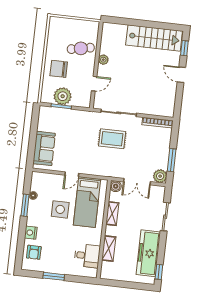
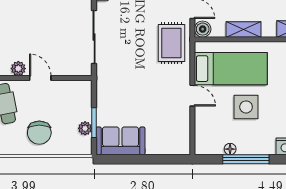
door: (94, 84) -> (40, 78), moved
plant: (63, 96) -> (85, 128), width x0.53, depth x0.53
rug: (112, 139) -> (171, 43), moved
sofa: (44, 148) -> (120, 141), moved
window: (25, 205) -> (246, 159), width x1.44

